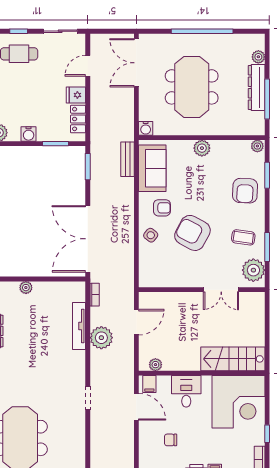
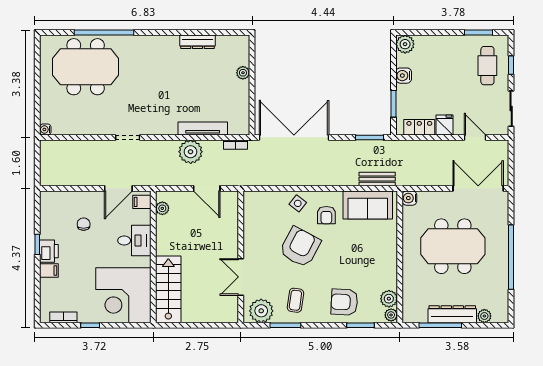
plant: (202, 148) -> (389, 299), moved

